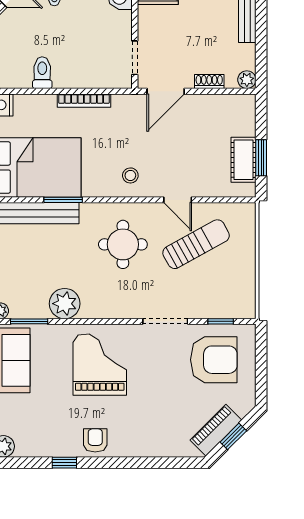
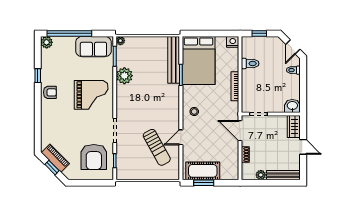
plant: (247, 80) -> (261, 175), moved
cot: (243, 160) -> (203, 171), width x1.37, depth x1.34
round table: (123, 244) -> (157, 107), removed

